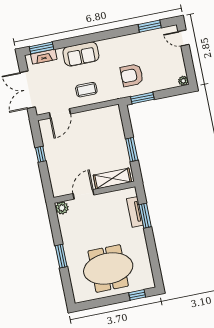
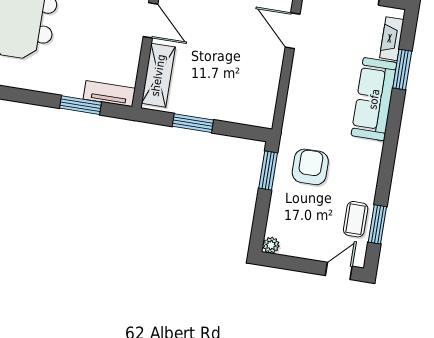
window: (42, 48) -> (402, 70), moved
sofa: (81, 54) -> (374, 99), width x1.36
coffee table: (86, 90) -> (356, 219), moved
tv unit: (135, 212) -> (109, 94), moved

